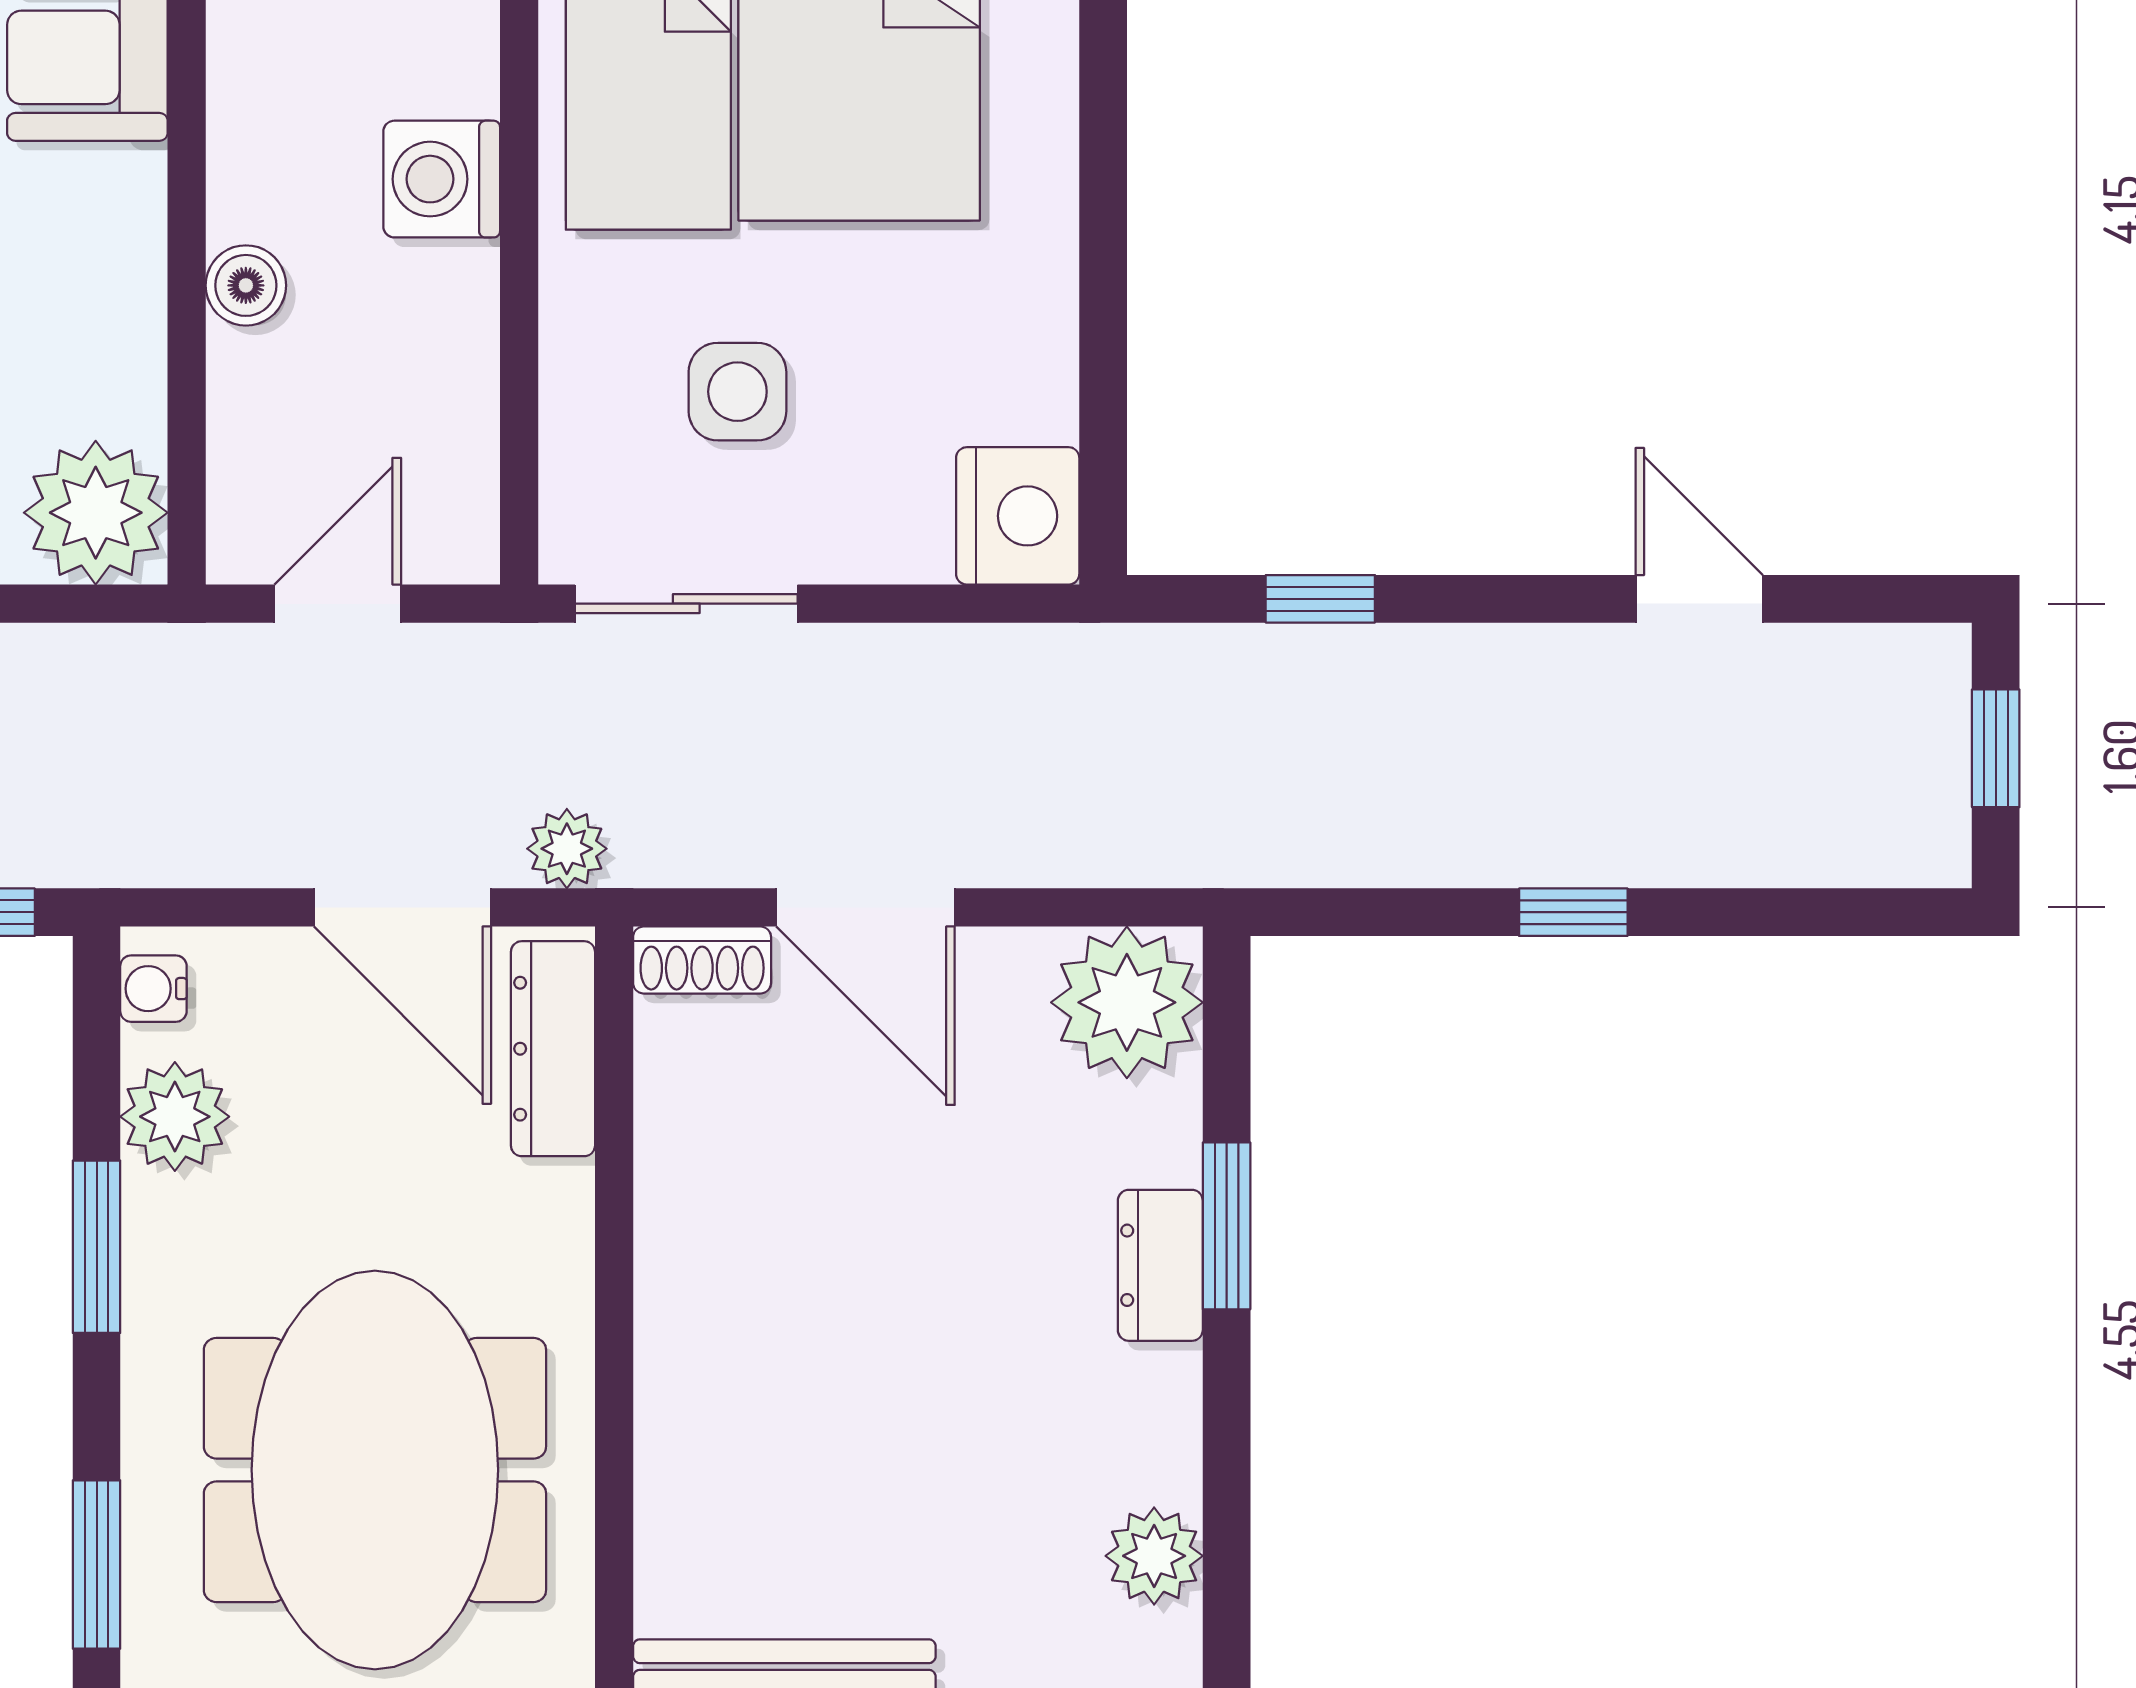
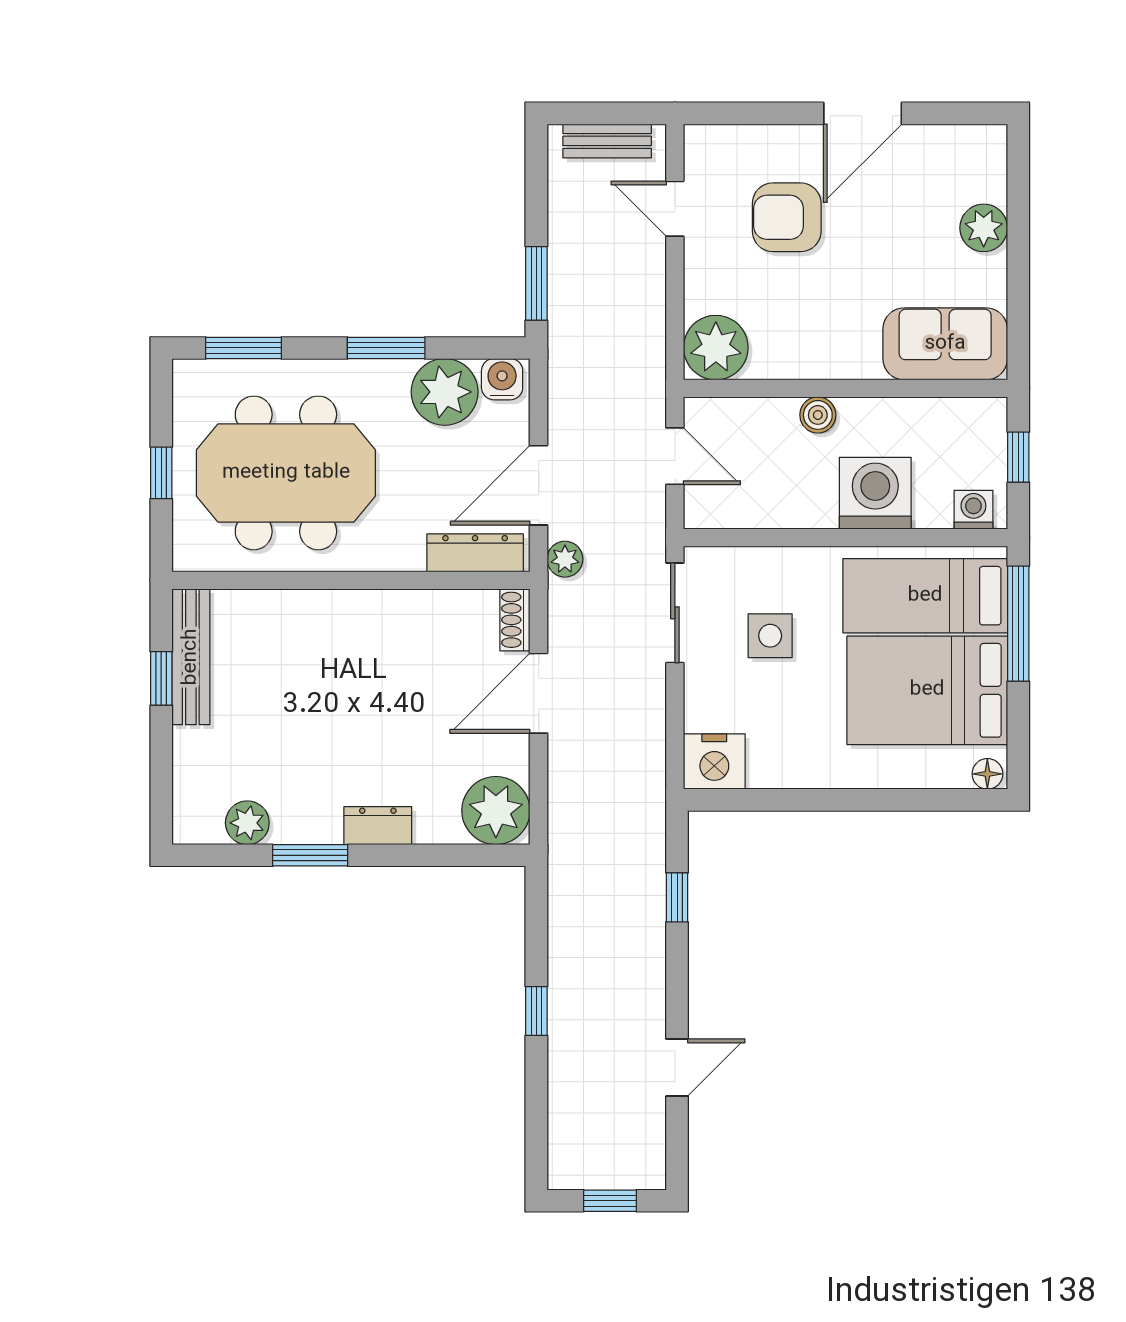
washing machine: (442, 179) -> (875, 493), width x1.37, depth x1.37
water cooler: (153, 989) -> (502, 379), width x1.38, depth x1.38
plant: (175, 1117) -> (445, 392), width x1.36, depth x1.36
window: (1227, 1226) -> (310, 855), moved

